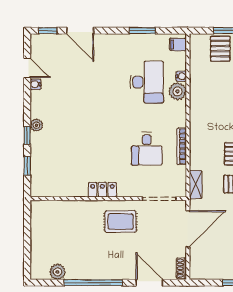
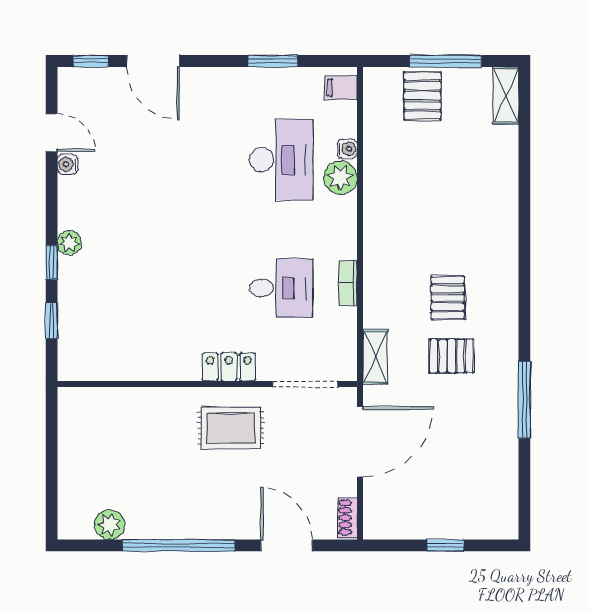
bookcase: (182, 146) -> (348, 283), width x0.64
desk: (147, 149) -> (281, 288), turned -90
locker: (102, 190) -> (229, 367), moved

